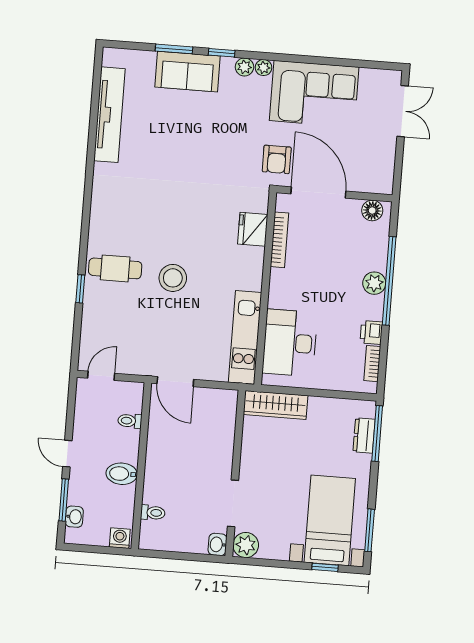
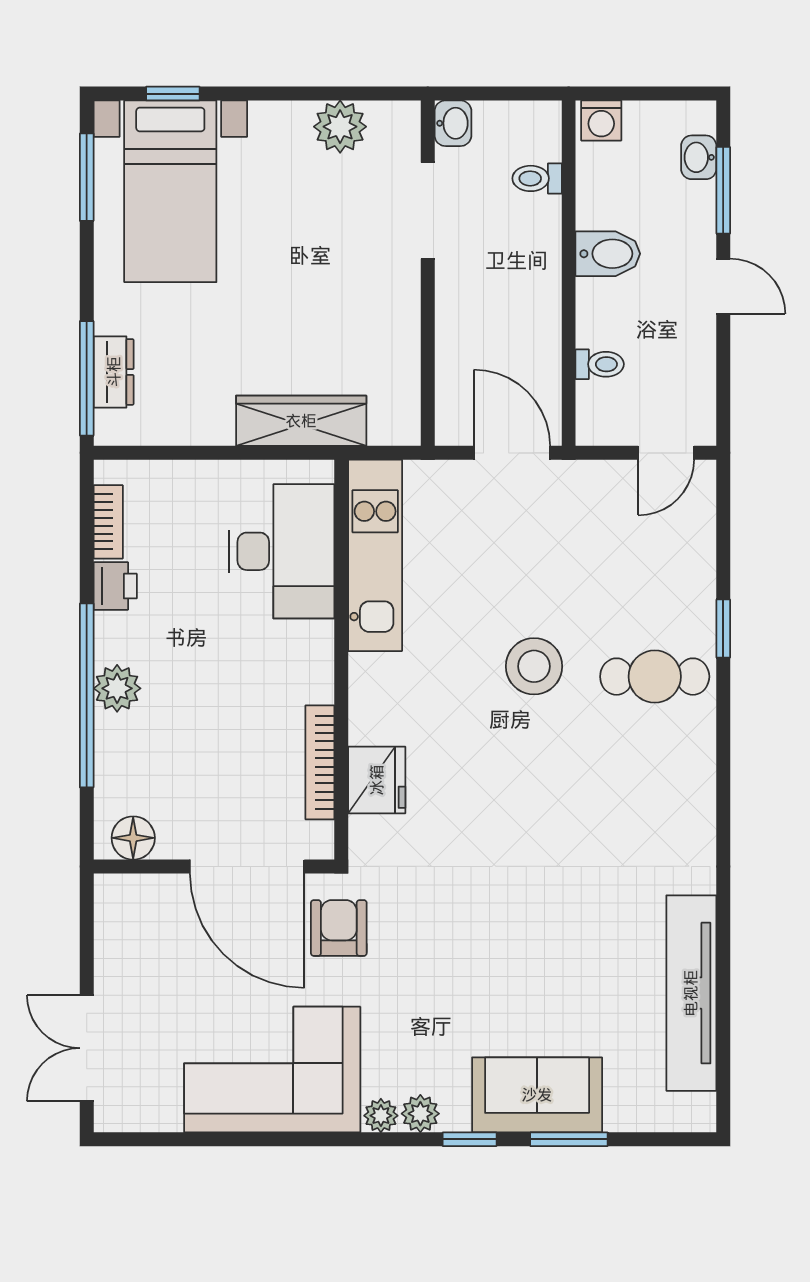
wall: (235, 473) -> (428, 273), moved
doorway: (233, 503) -> (428, 211), moved
washbasin: (217, 544) -> (453, 123), moved

